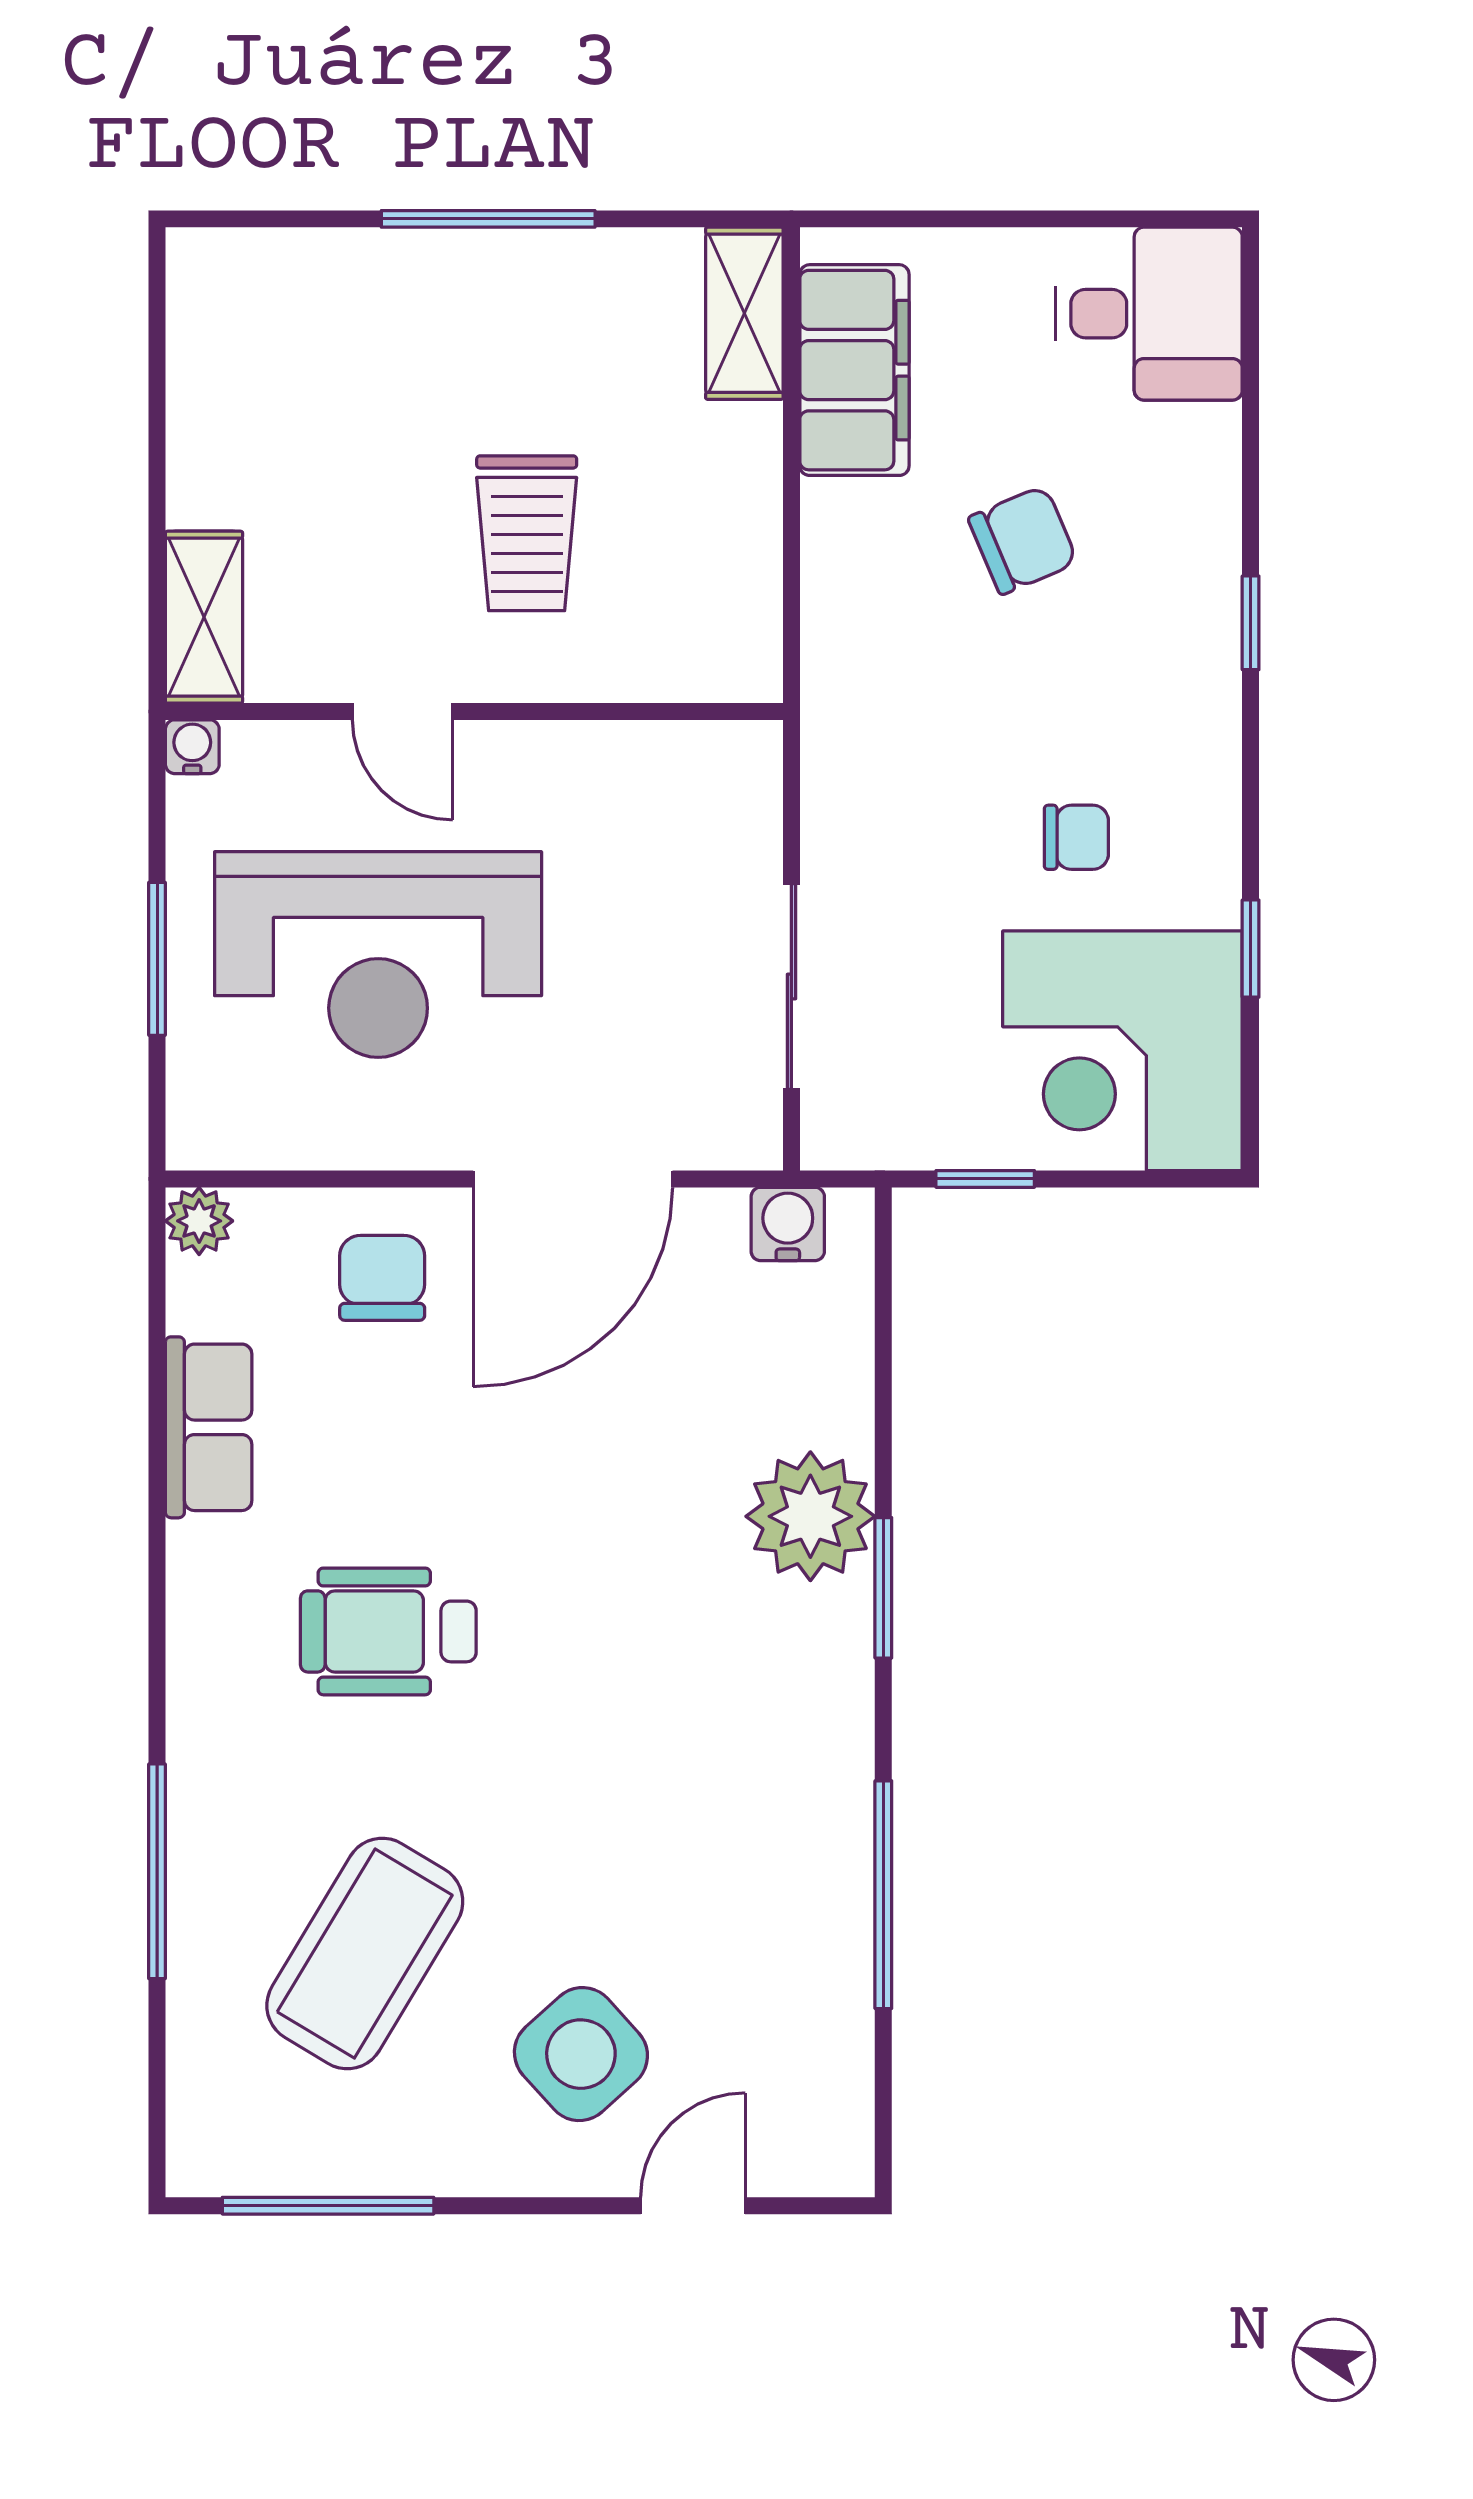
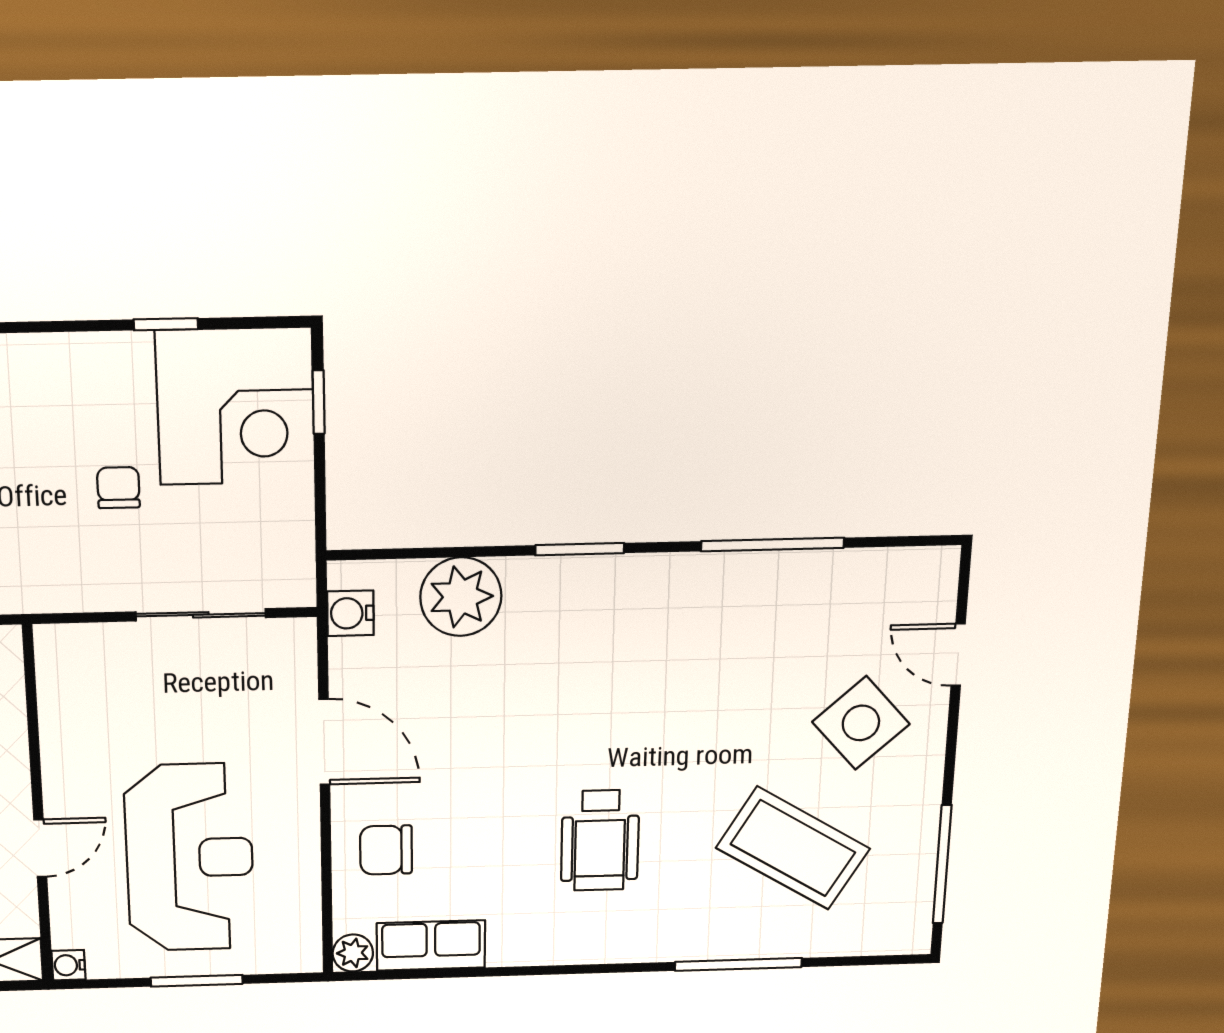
chair: (1076, 837) -> (118, 488), moved
door: (573, 1179) -> (324, 742), width x0.73
window: (985, 1179) -> (319, 402), moved
row of seats: (209, 1427) -> (431, 945), moved
plant: (810, 1516) -> (461, 597), moved

